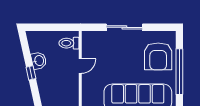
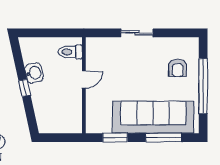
sliding door: (124, 27) -> (137, 33), width x0.73
armchair: (158, 56) -> (178, 68), width x0.53, depth x0.53

